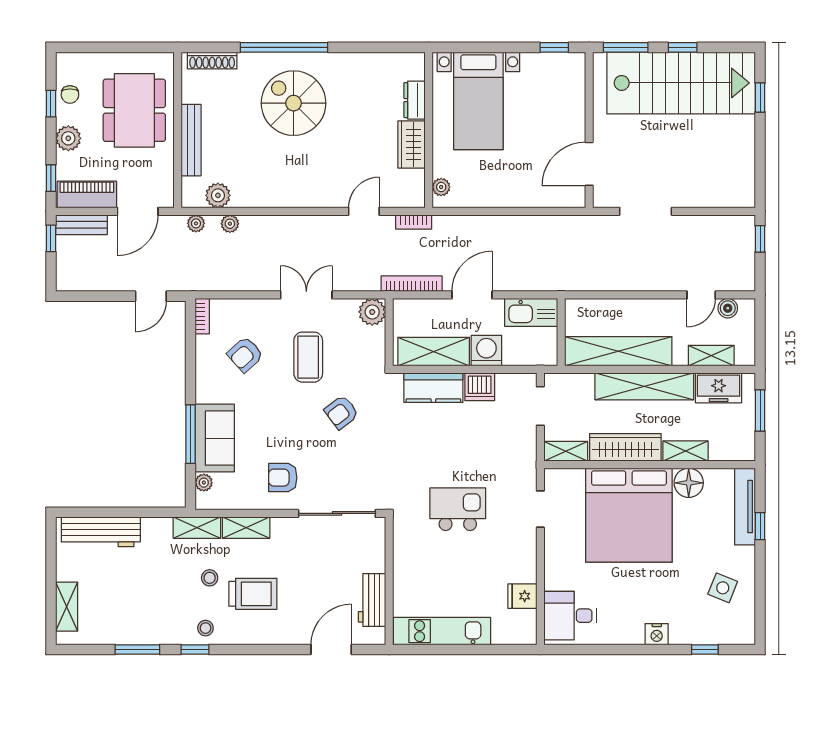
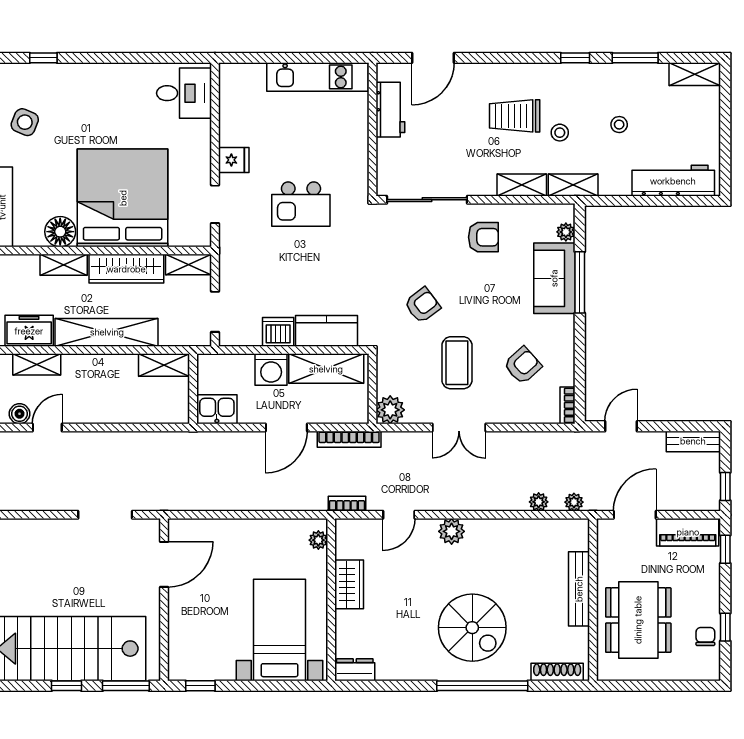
dresser: (415, 100) -> (355, 670), moved, turned -90
plant: (68, 138) -> (707, 591), removed
plant: (218, 195) -> (452, 531), moved
bench: (82, 225) -> (693, 441), moved
kitchen sink: (531, 312) -> (217, 409), width x0.73
shelving: (618, 351) -> (164, 365), width x0.45, depth x0.75
fridge: (522, 596) -> (234, 160), moved
shelving: (67, 607) -> (695, 74), moved, turned 90
stool: (205, 628) -> (619, 125), moved
nightstand: (657, 634) -> (94, 74), removed

